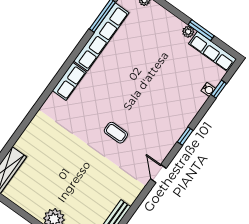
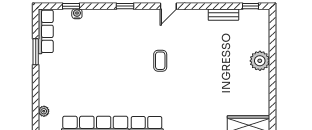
plant: (188, 32) -> (44, 61), removed

